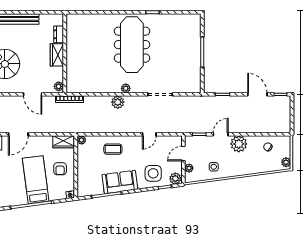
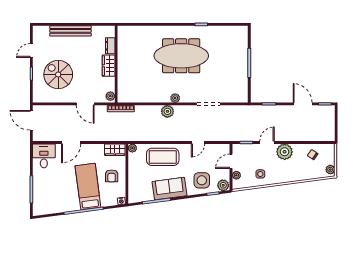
meeting table: (132, 45) -> (181, 56), turned 90
coffee table: (113, 149) -> (163, 157), width x1.86, depth x1.72

